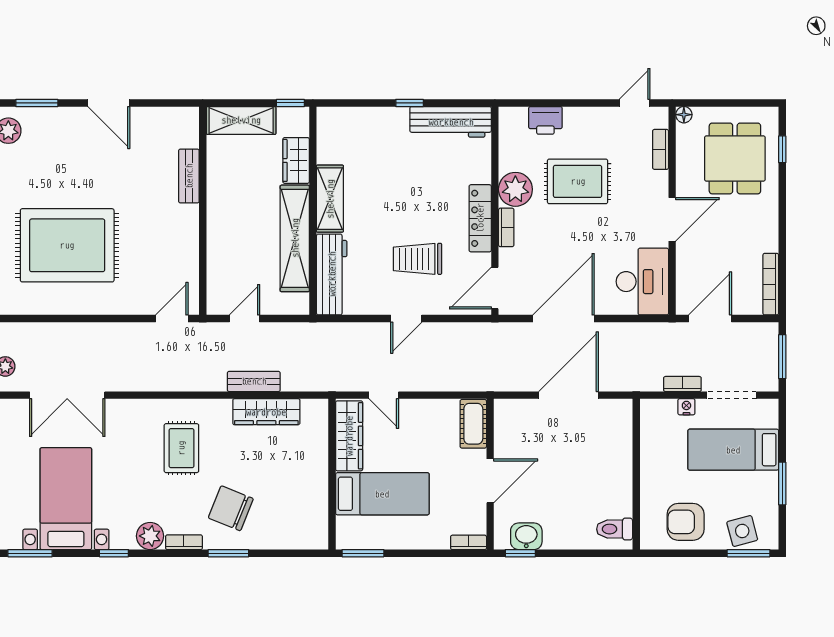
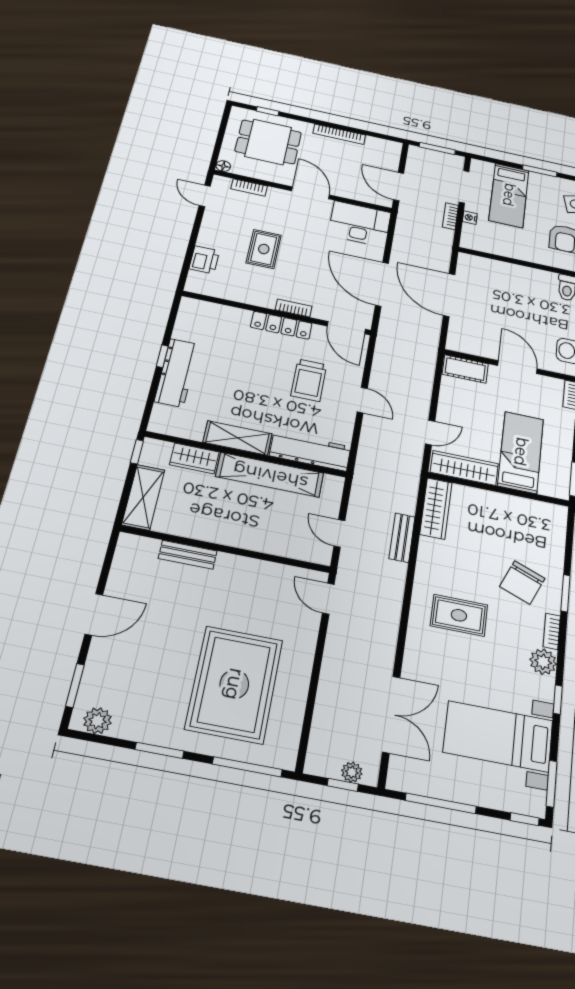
workbench: (451, 122) -> (177, 373), moved
rug: (578, 181) -> (264, 249), width x0.73, depth x0.70
plant: (515, 189) -> (261, 294), removed
bookcase: (771, 284) -> (339, 134), moved
wardrobe: (266, 412) -> (436, 508), moved

